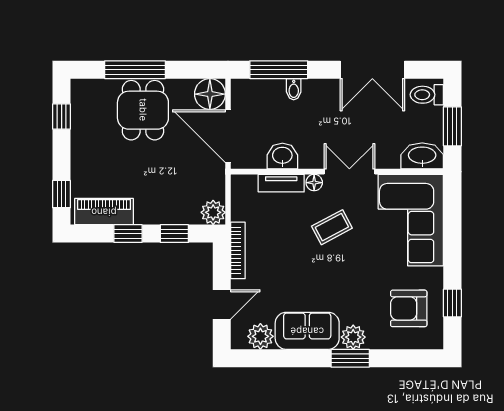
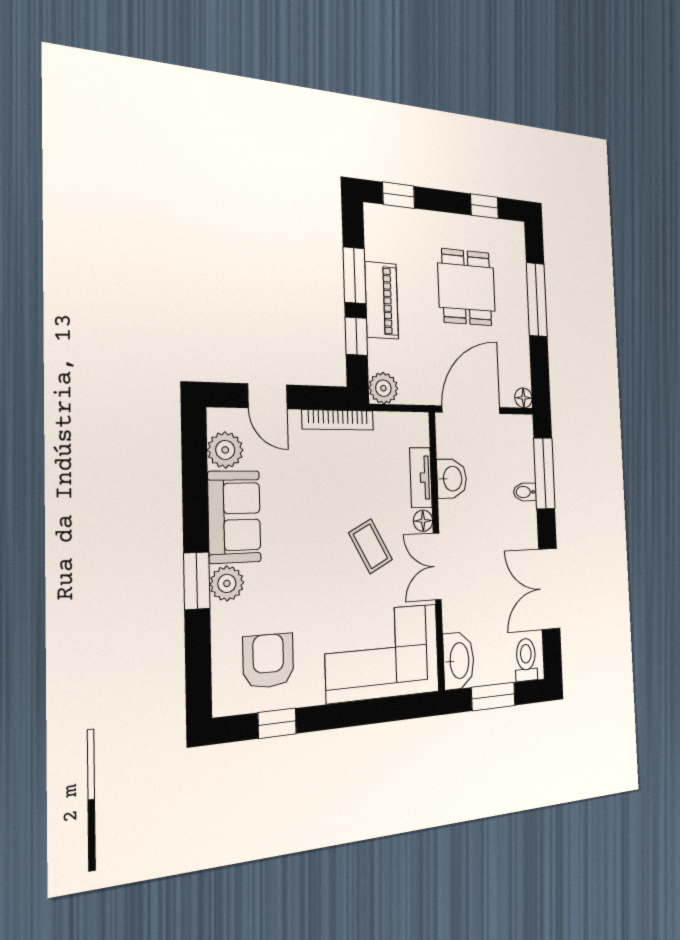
floor lamp: (210, 94) -> (523, 398), width x0.53, depth x0.53
dining table: (143, 110) -> (467, 287), moved, turned 90
double door: (349, 172) -> (437, 566), swing flipped
piano: (104, 212) -> (382, 300), moved
window: (128, 234) -> (354, 275), width x1.50

